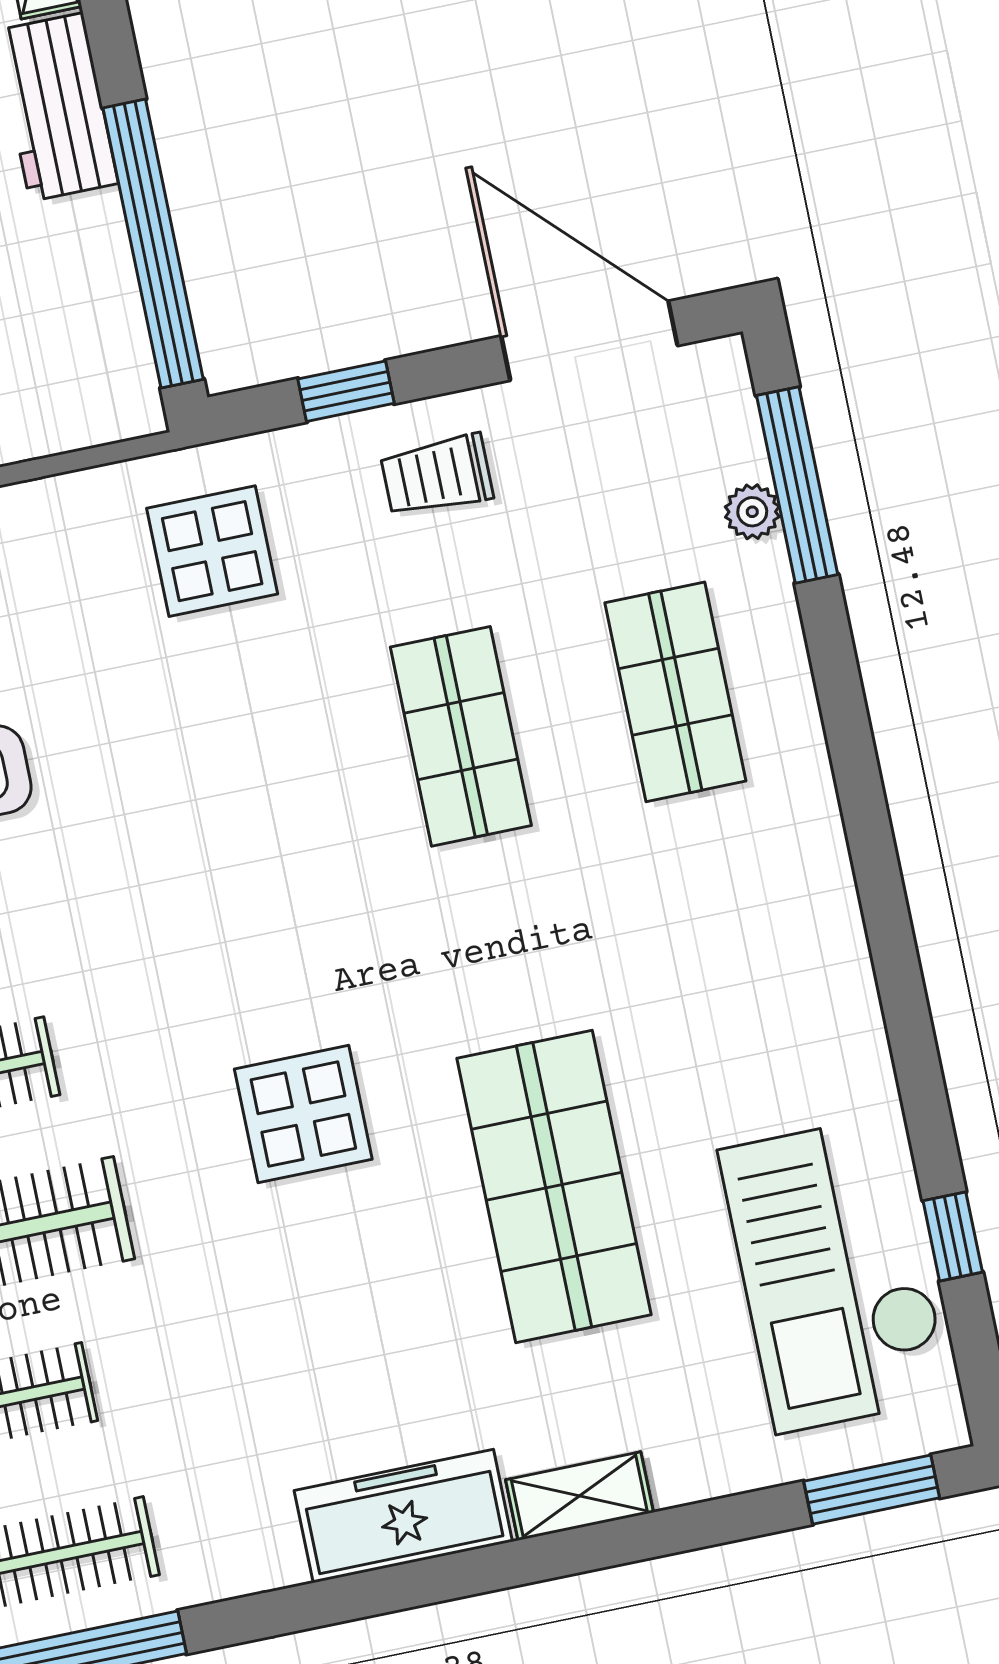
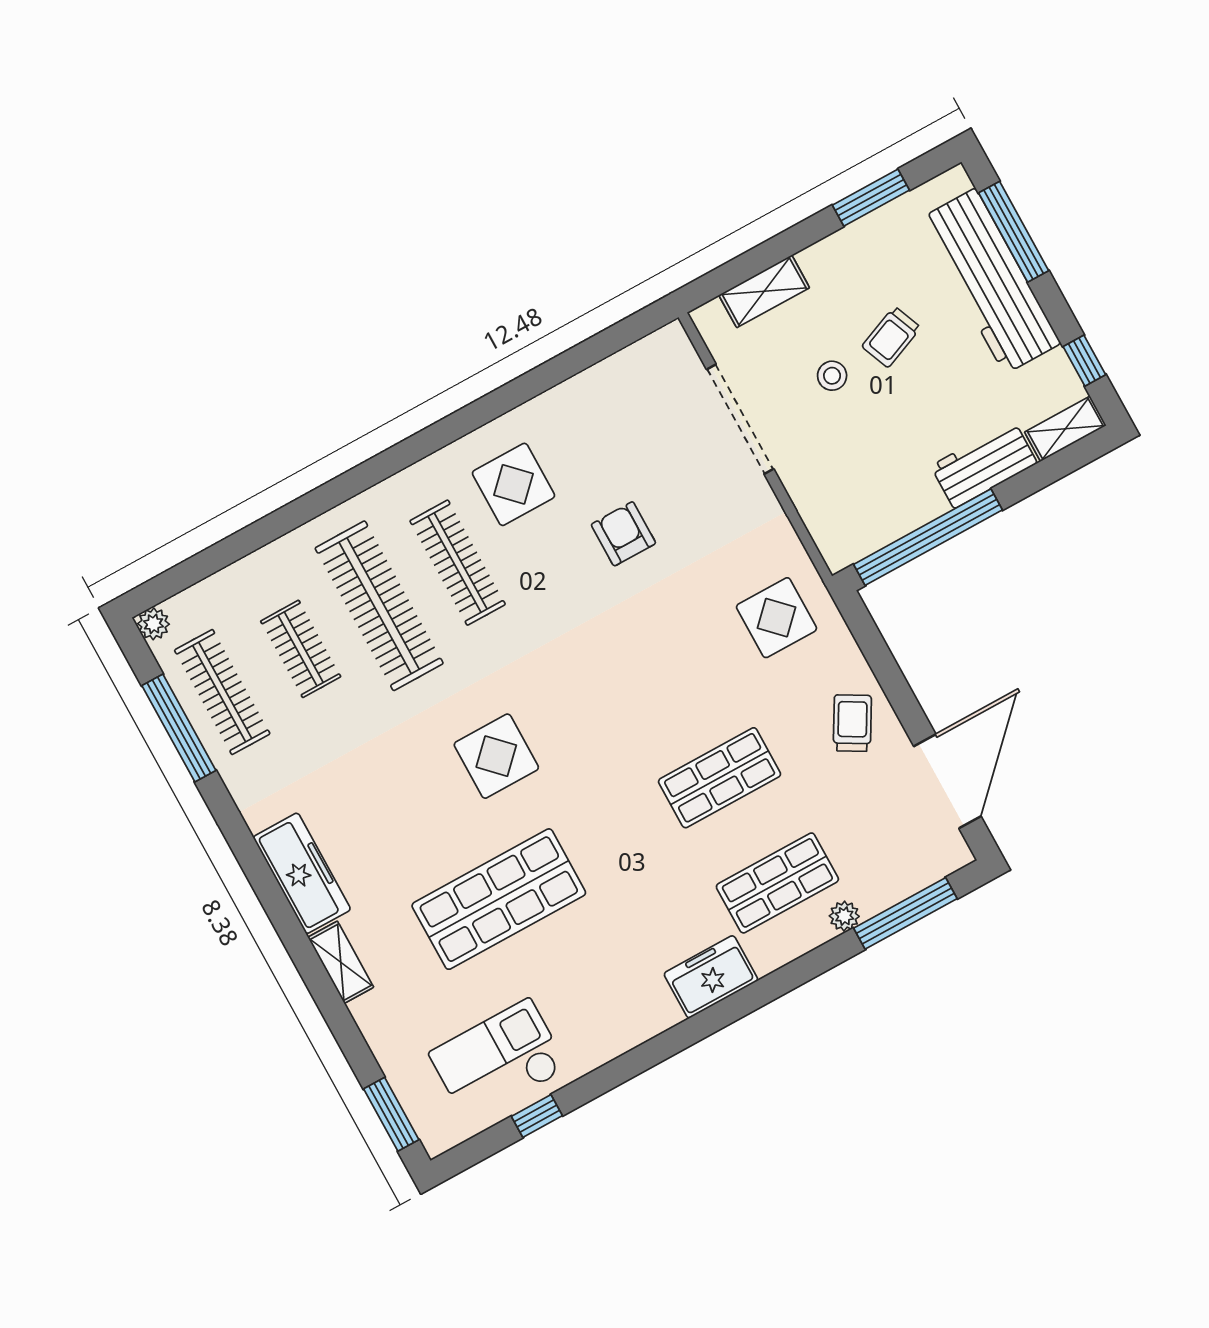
window: (346, 391) -> (882, 662), removed
trolley: (437, 475) -> (852, 723), turned 30
plant: (752, 512) -> (844, 916), moved
freezer: (803, 858) -> (711, 977), added
checkout: (835, 1274) -> (498, 1061), width x0.73, depth x0.83

